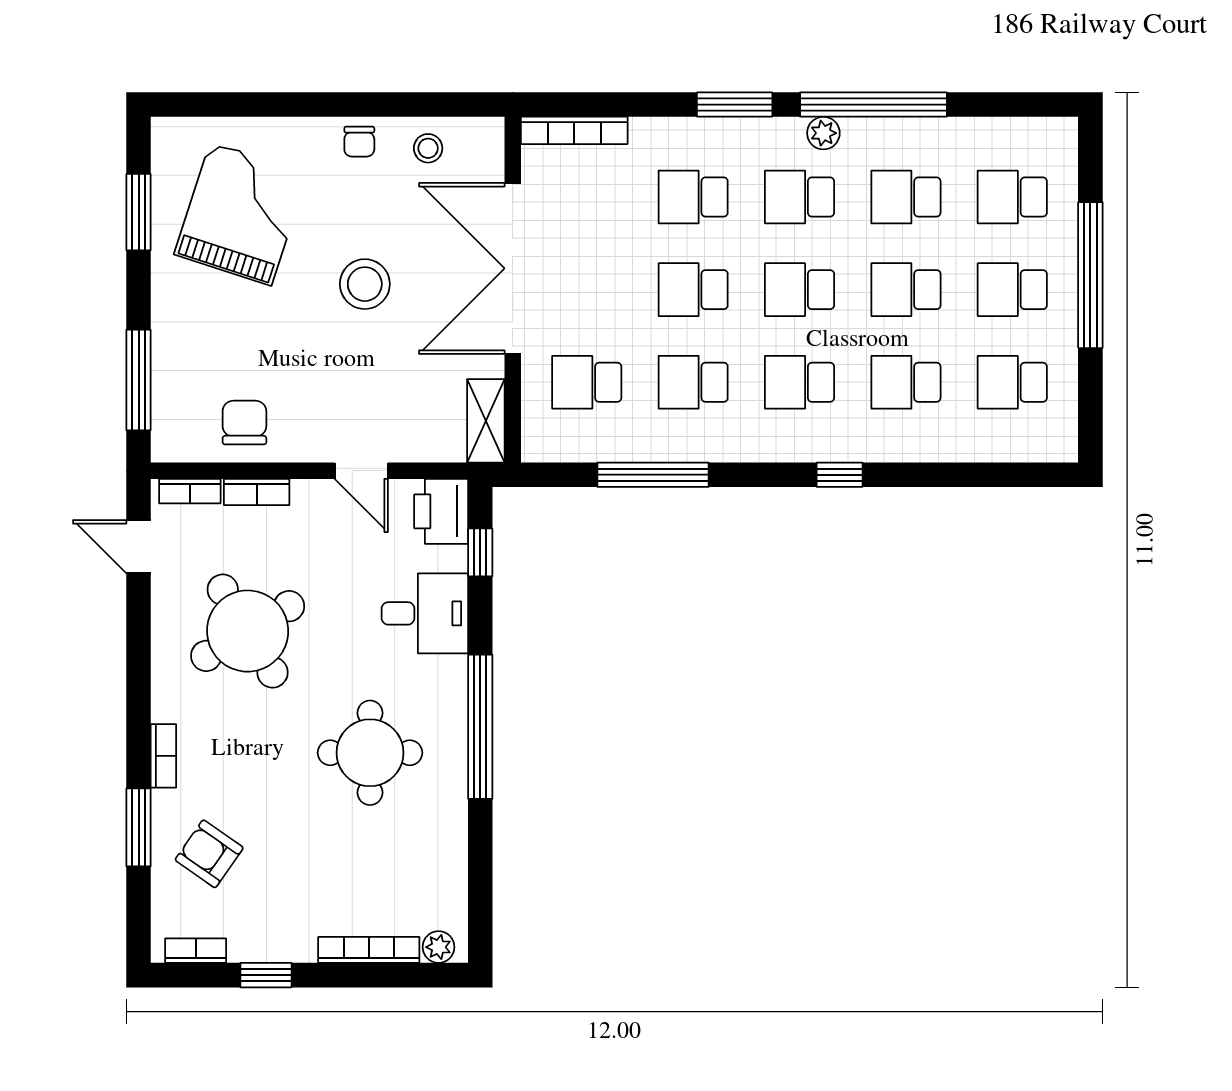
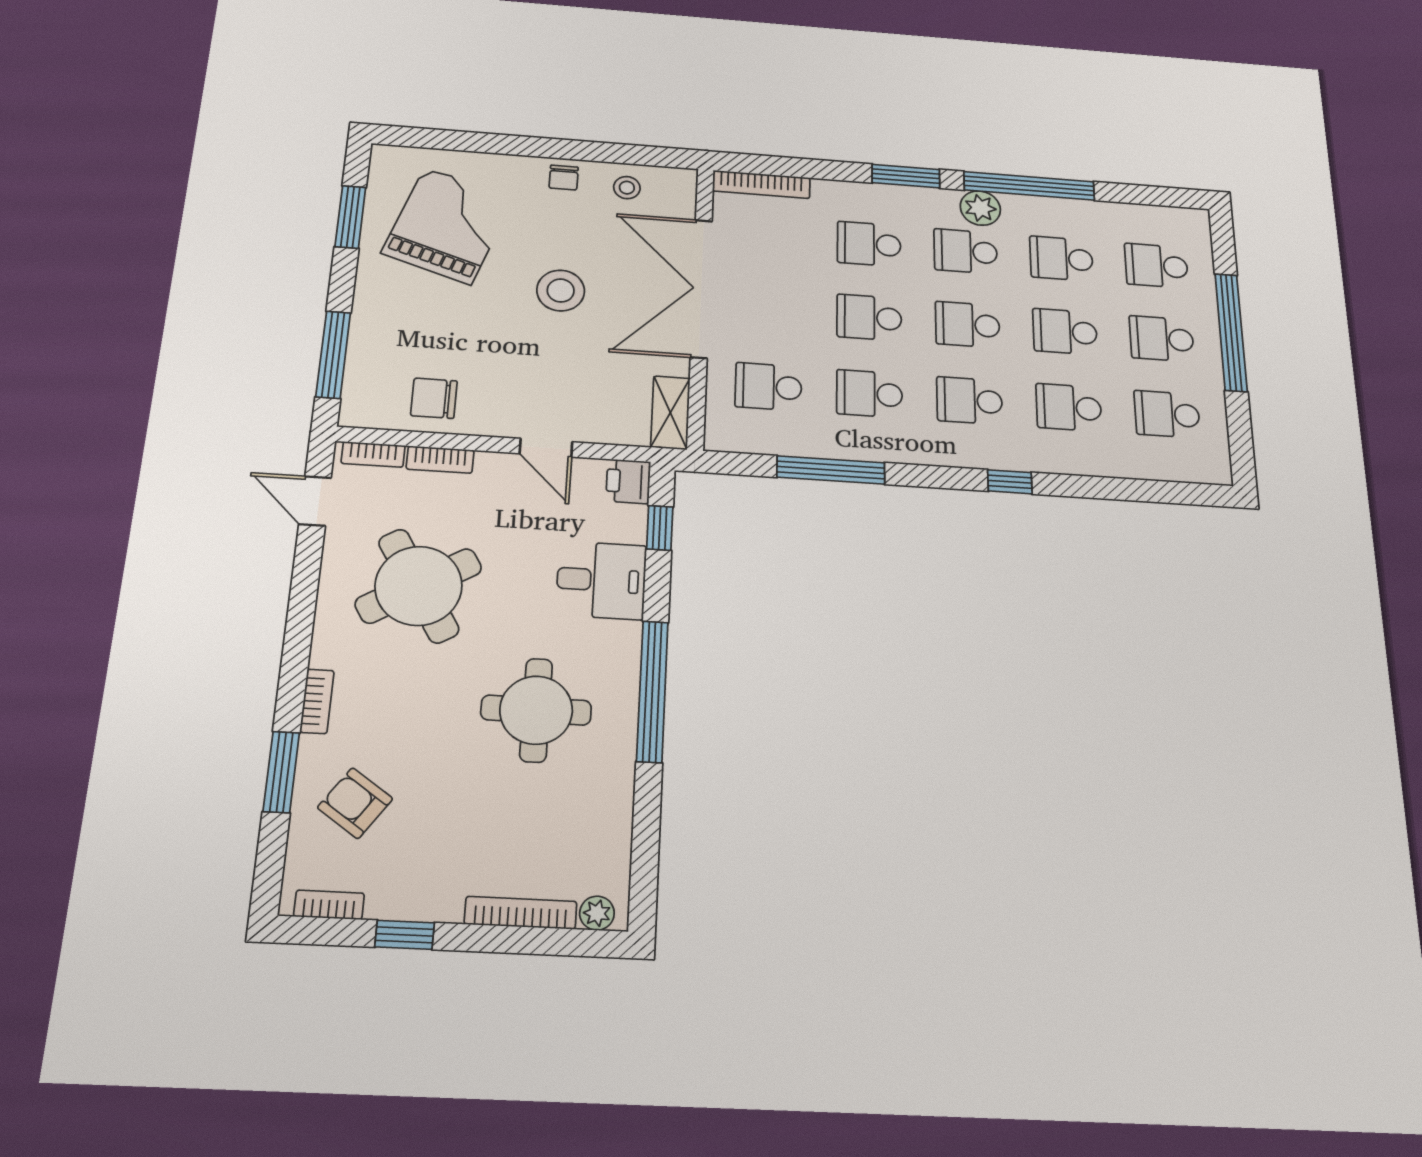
plant: (823, 133) -> (980, 208), width x1.38, depth x1.38
chair: (244, 423) -> (434, 398), turned -90
printer: (441, 511) -> (628, 481), width x0.73, depth x0.81

